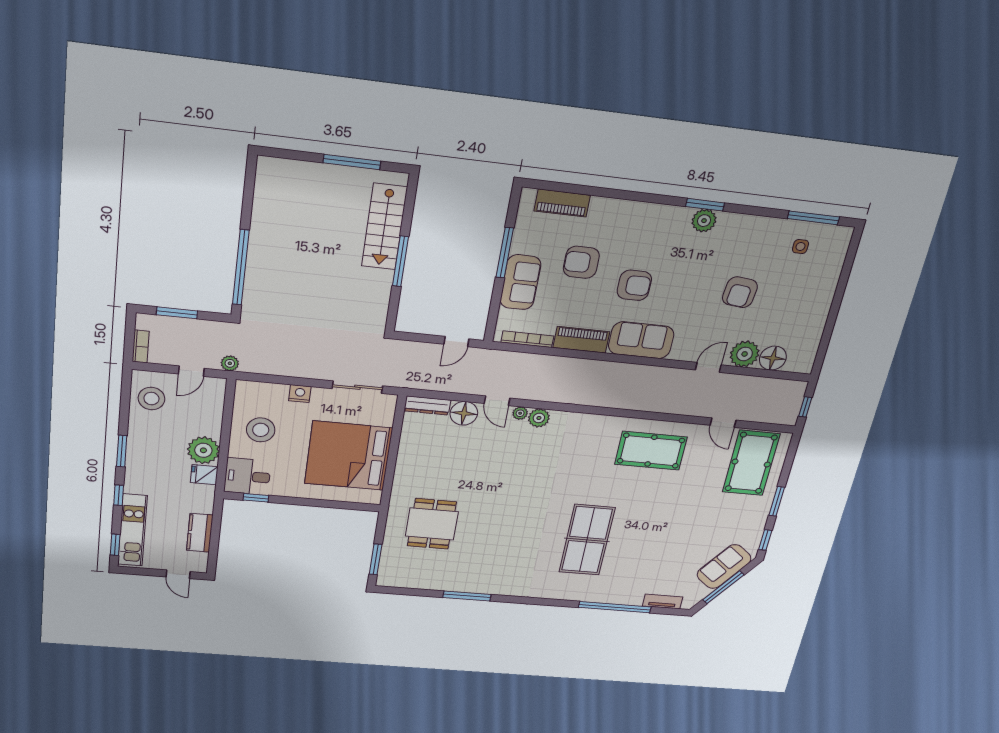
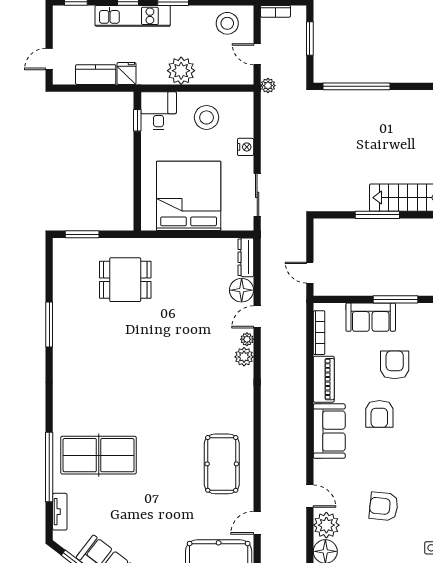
fridge: (204, 475) -> (126, 73), moved
kitchen unit: (133, 530) -> (133, 16), moved
table tennis table: (587, 540) -> (99, 455), moved

